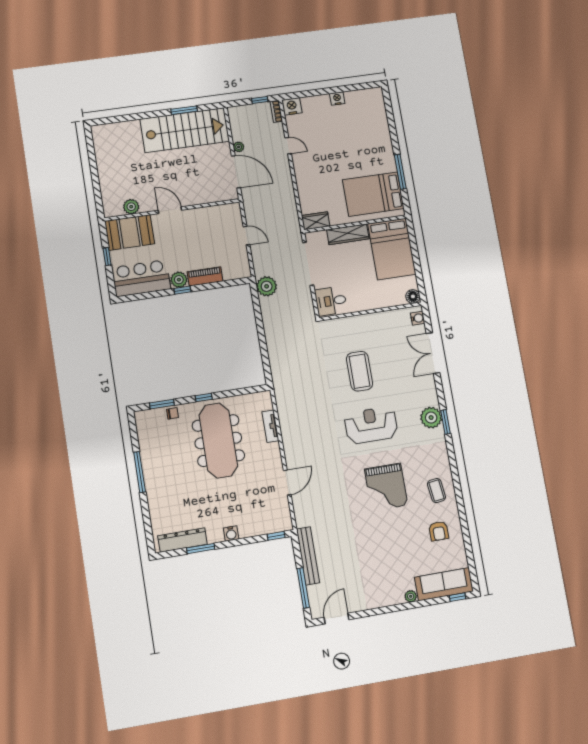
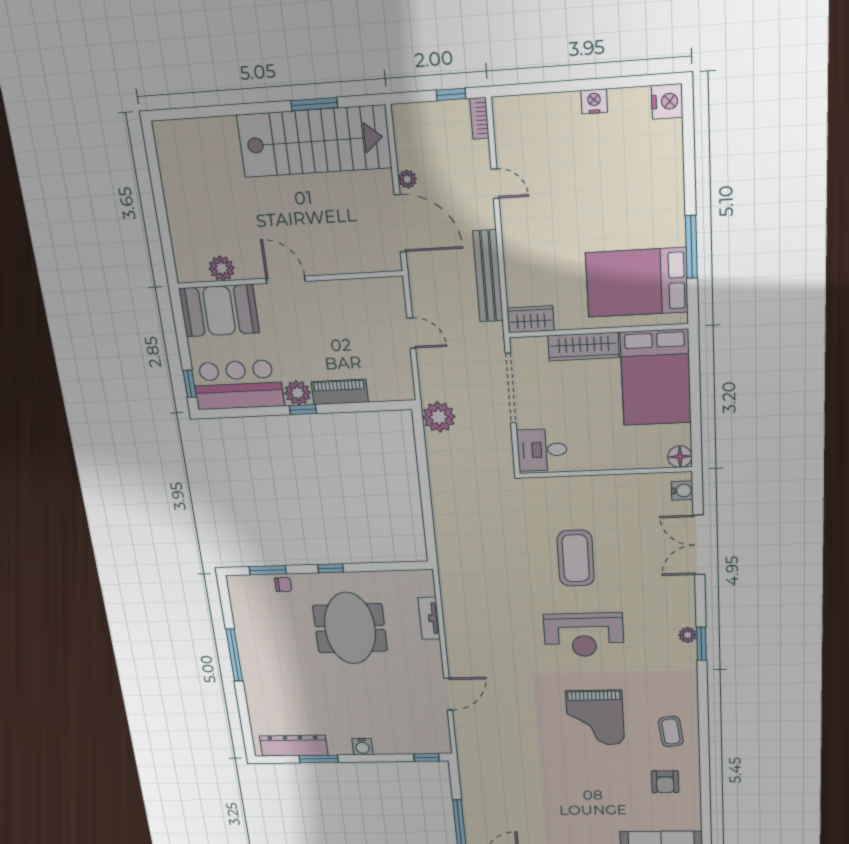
nightstand: (292, 106) -> (667, 101), moved, turned 90
window: (107, 257) -> (190, 384), moved
plant: (431, 418) -> (688, 635), width x0.53, depth x0.53
reception desk: (371, 425) -> (584, 635), turned 180
meeting table: (218, 441) -> (350, 628), width x0.73
bench: (308, 556) -> (488, 276), moved

